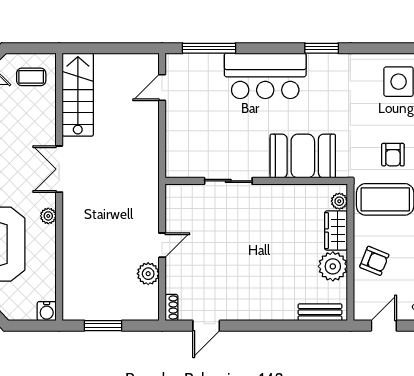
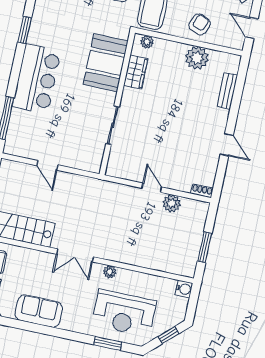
door: (162, 88) -> (47, 165), moved
wardrobe: (336, 231) -> (136, 72), moved, turned -90
bench: (320, 312) -> (227, 91), moved
door: (206, 326) -> (227, 145), moved

